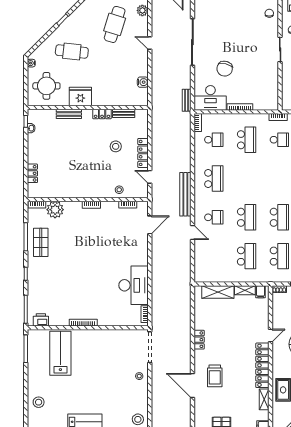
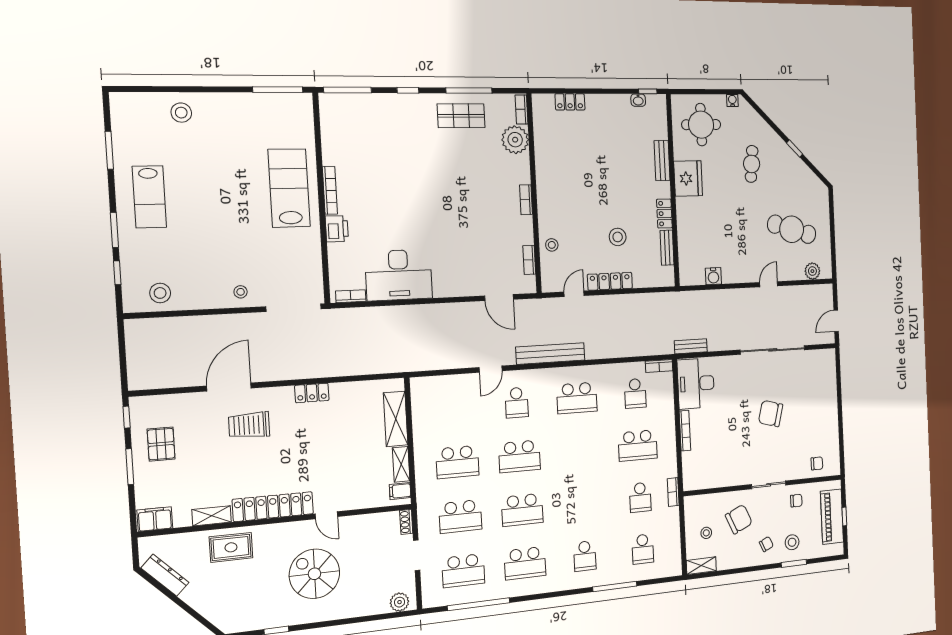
cafe table: (72, 51) -> (752, 164), width x0.73, depth x0.74
chair: (225, 69) -> (771, 413), moved
printer: (41, 320) -> (337, 229), moved
lab bench: (60, 353) -> (289, 188), moved, turned -90

